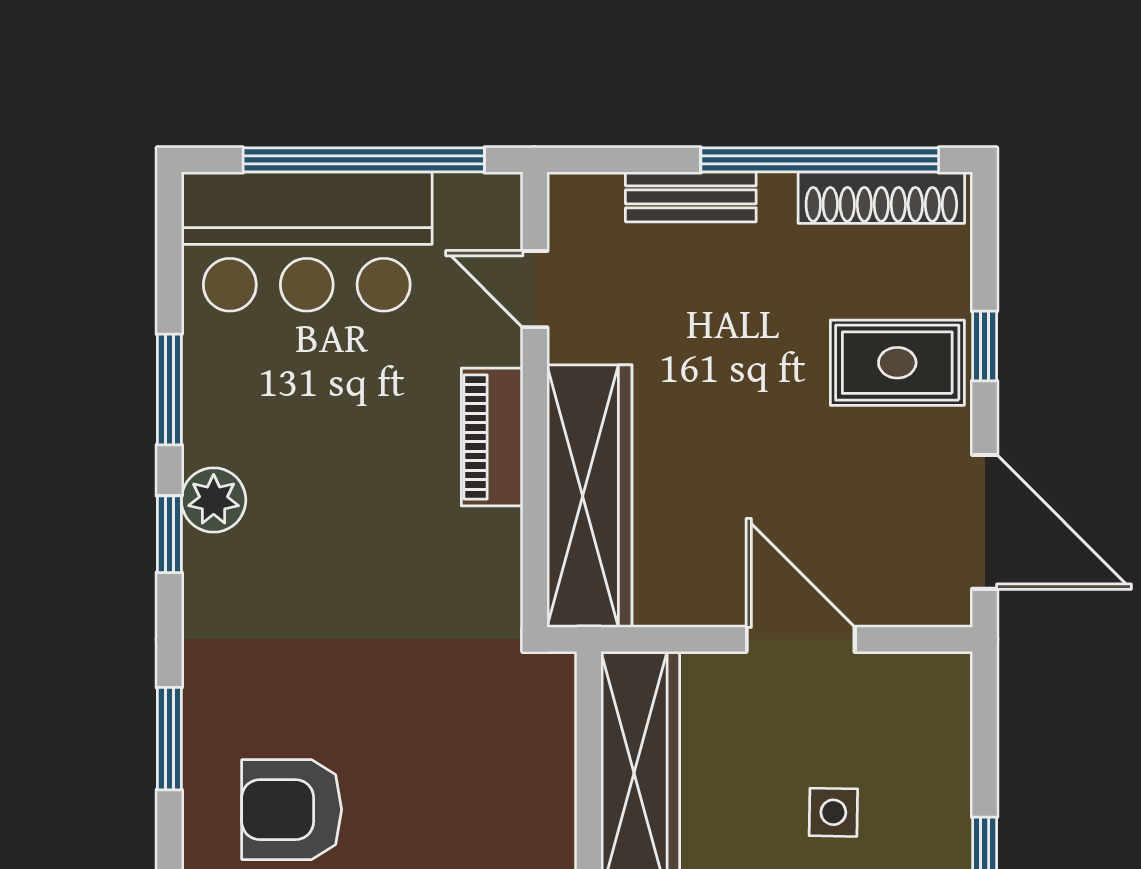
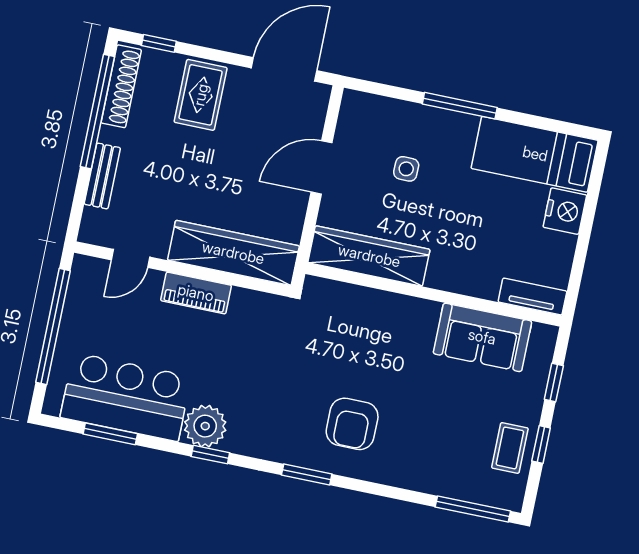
bar counter: (307, 242) -> (126, 397), moved, turned -90
window: (985, 346) -> (159, 43), moved
window: (169, 389) -> (110, 434), moved
plant: (214, 500) -> (205, 426), width x1.36, depth x1.36

